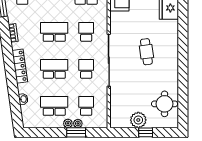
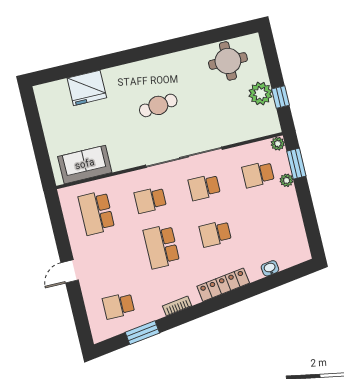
school desk: (54, 69) -> (215, 234), width x0.54
school desk: (54, 106) -> (269, 221), removed
plant: (68, 123) -> (278, 144), moved
window: (76, 132) -> (296, 164), moved
window: (146, 132) -> (281, 97), moved

